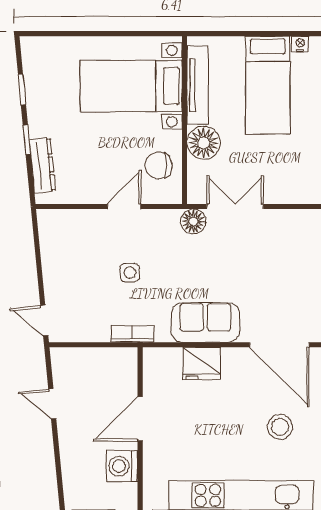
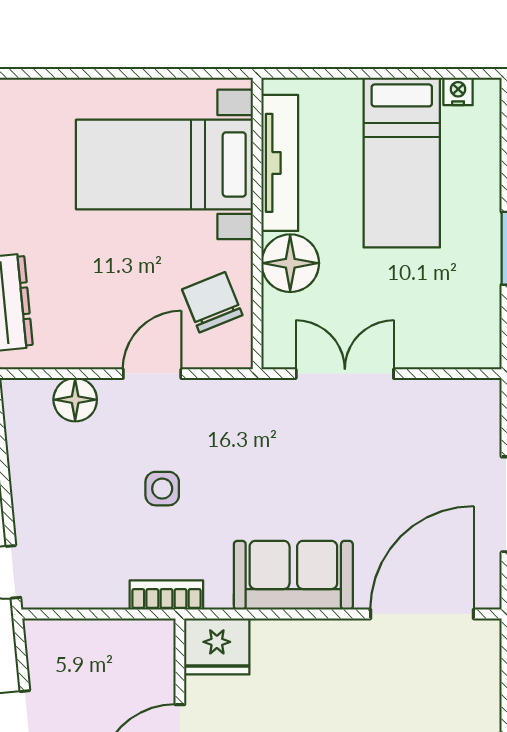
chair: (159, 165) -> (212, 302), turned 68
floor lamp: (193, 221) -> (75, 400), moved
door: (279, 345) -> (422, 614), swing flipped
fridge: (202, 363) -> (217, 646), moved

